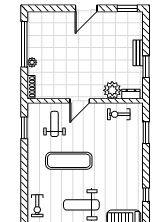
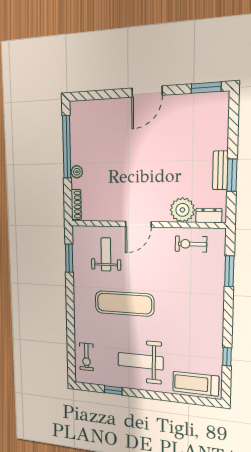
bench: (138, 53) -> (220, 170), moved

